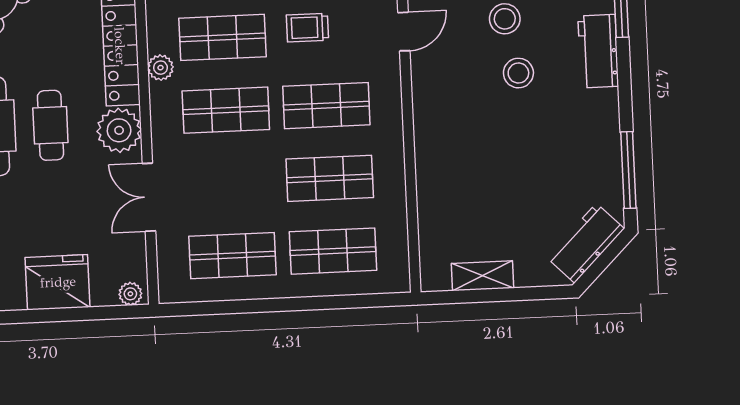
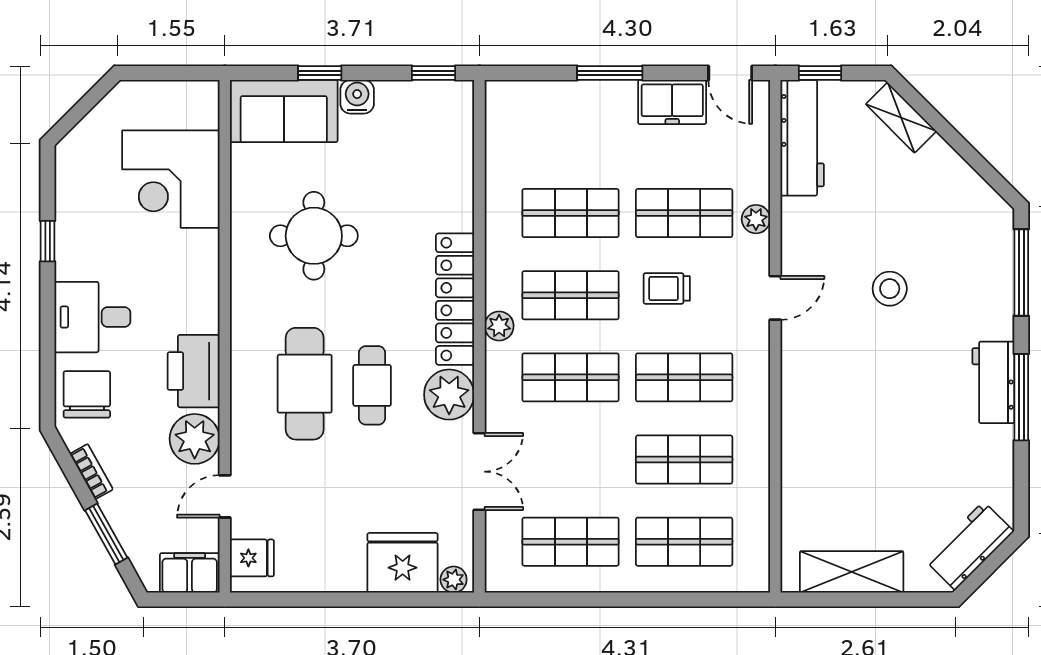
workbench: (598, 51) -> (993, 382), moved
stool: (518, 73) -> (902, 350), removed
window: (628, 170) -> (1021, 397), moved
double door: (149, 197) -> (479, 472), swing flipped
shelving: (483, 276) -> (852, 572), width x1.50, depth x1.33
fridge: (58, 282) -> (403, 563), moved

